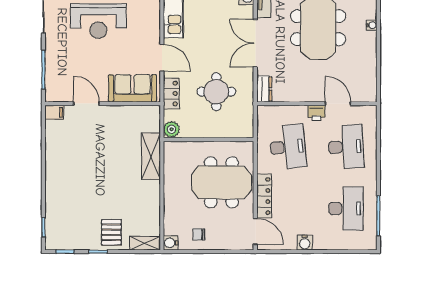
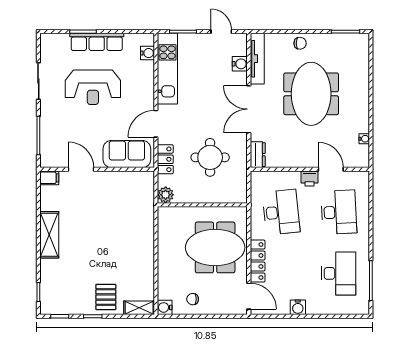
water cooler: (372, 25) -> (364, 139), moved
door: (162, 58) -> (156, 124), swing flipped
shelving: (151, 156) -> (49, 235), moved

